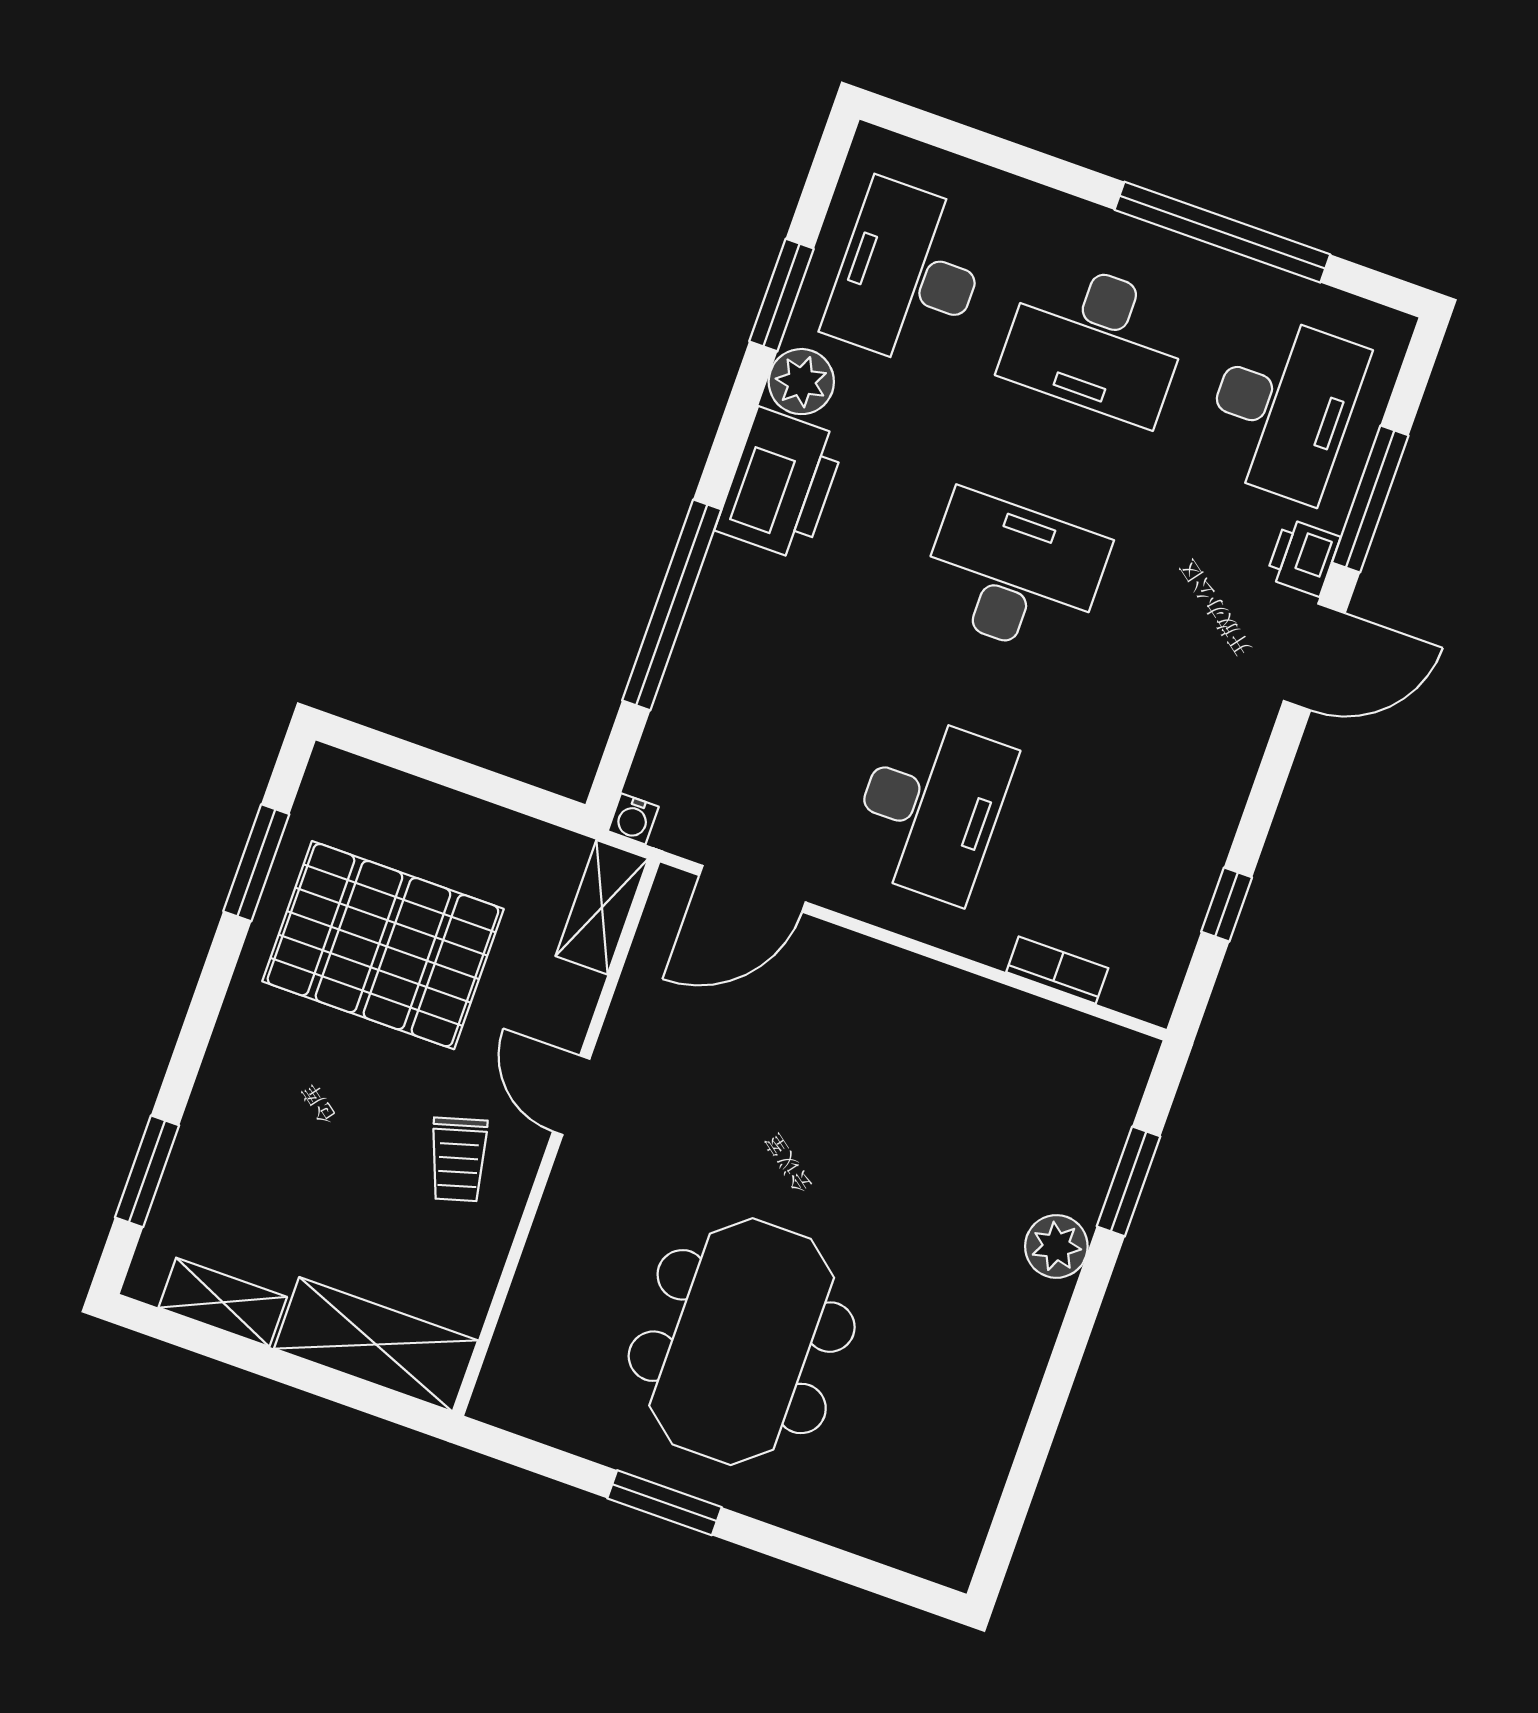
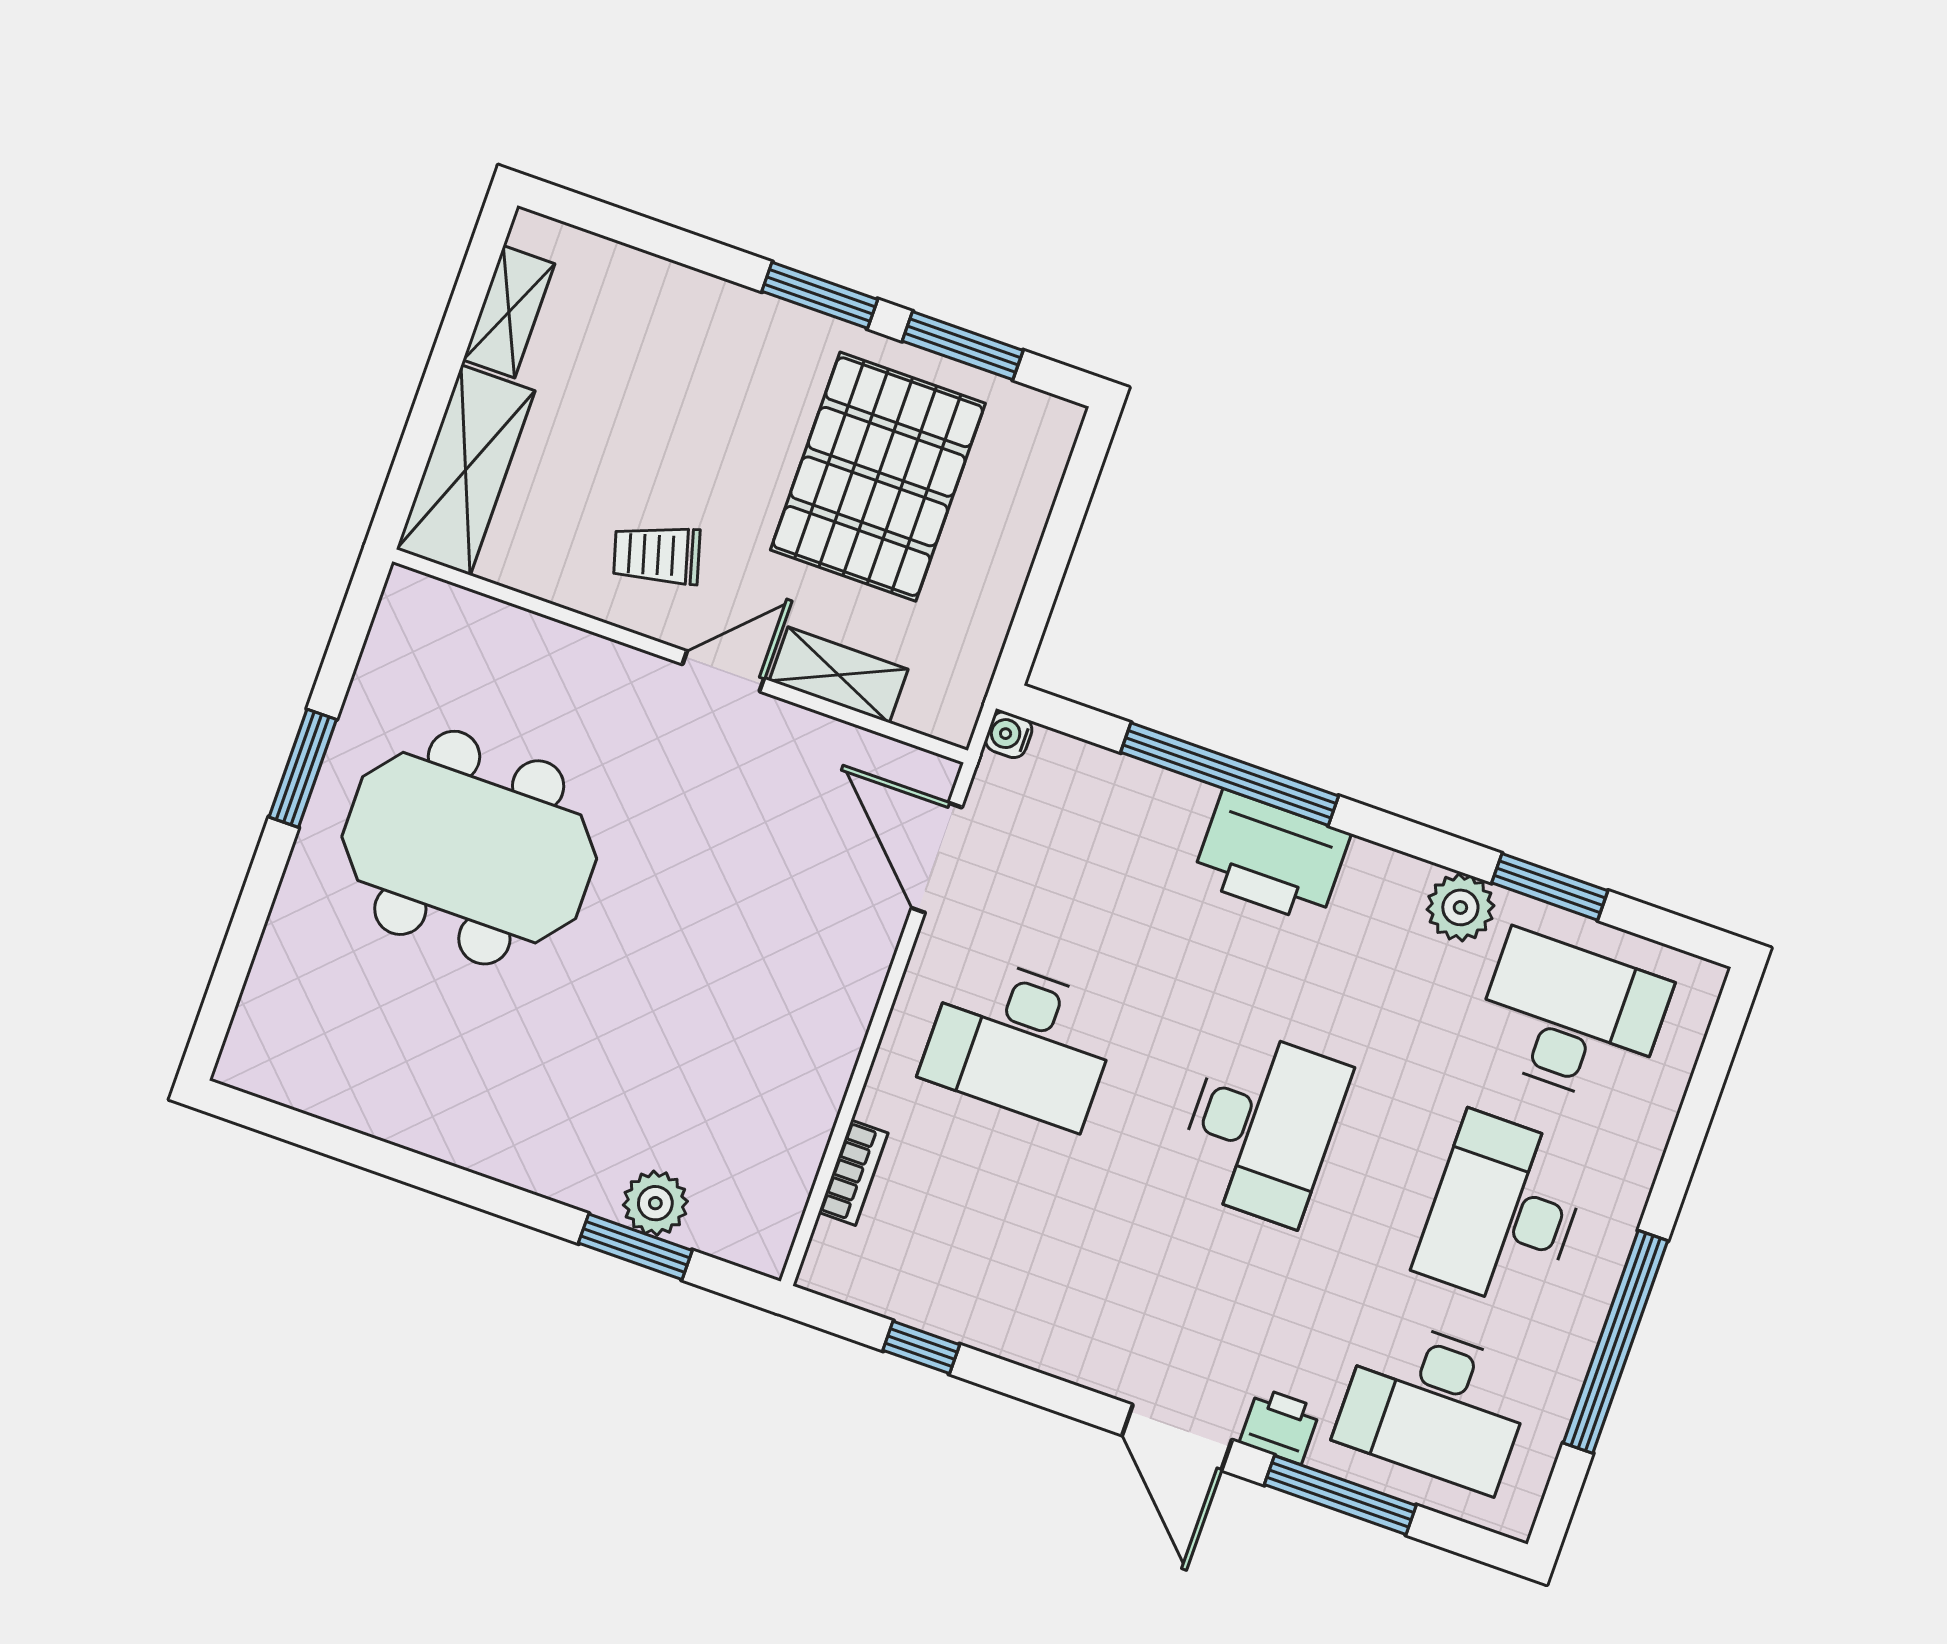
printer: (781, 484) -> (1271, 857), moved
shelving: (602, 907) -> (839, 675), moved
window: (147, 1171) -> (820, 295), moved
plant: (1056, 1246) -> (655, 1203), moved

